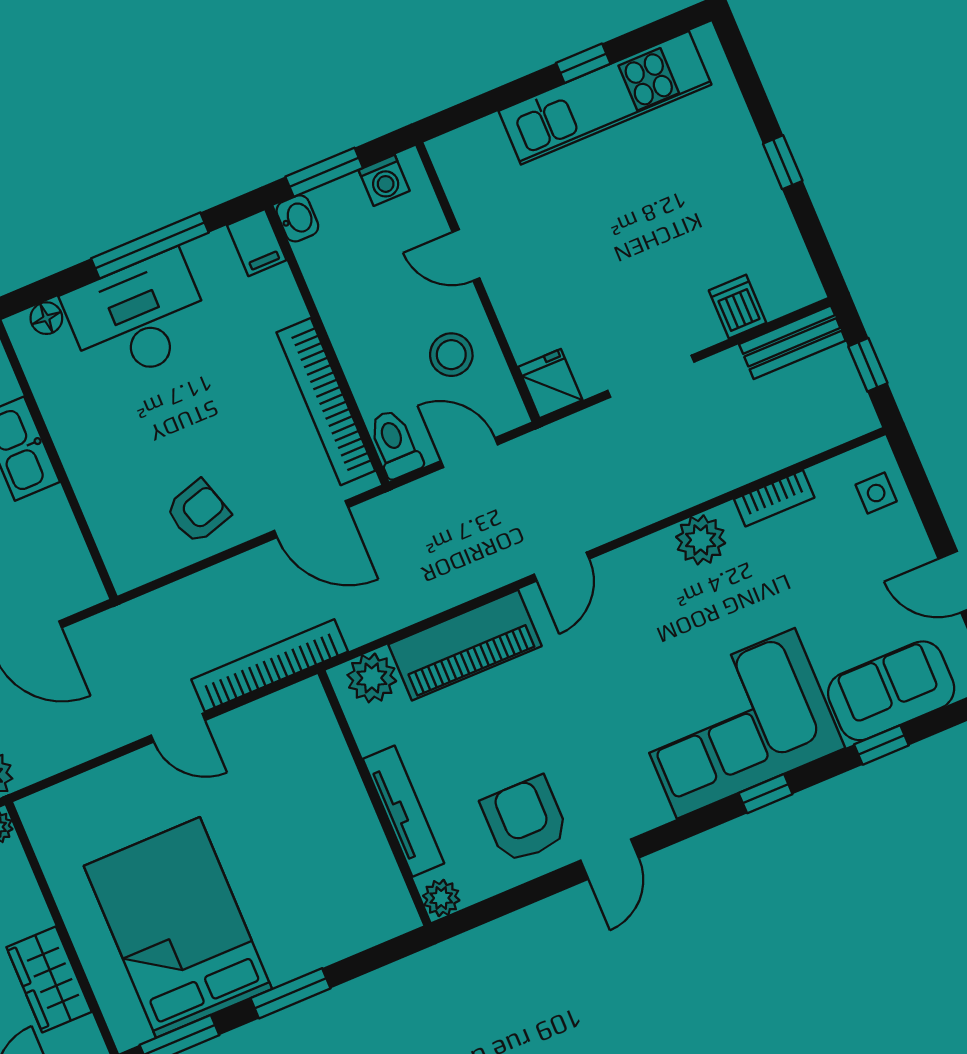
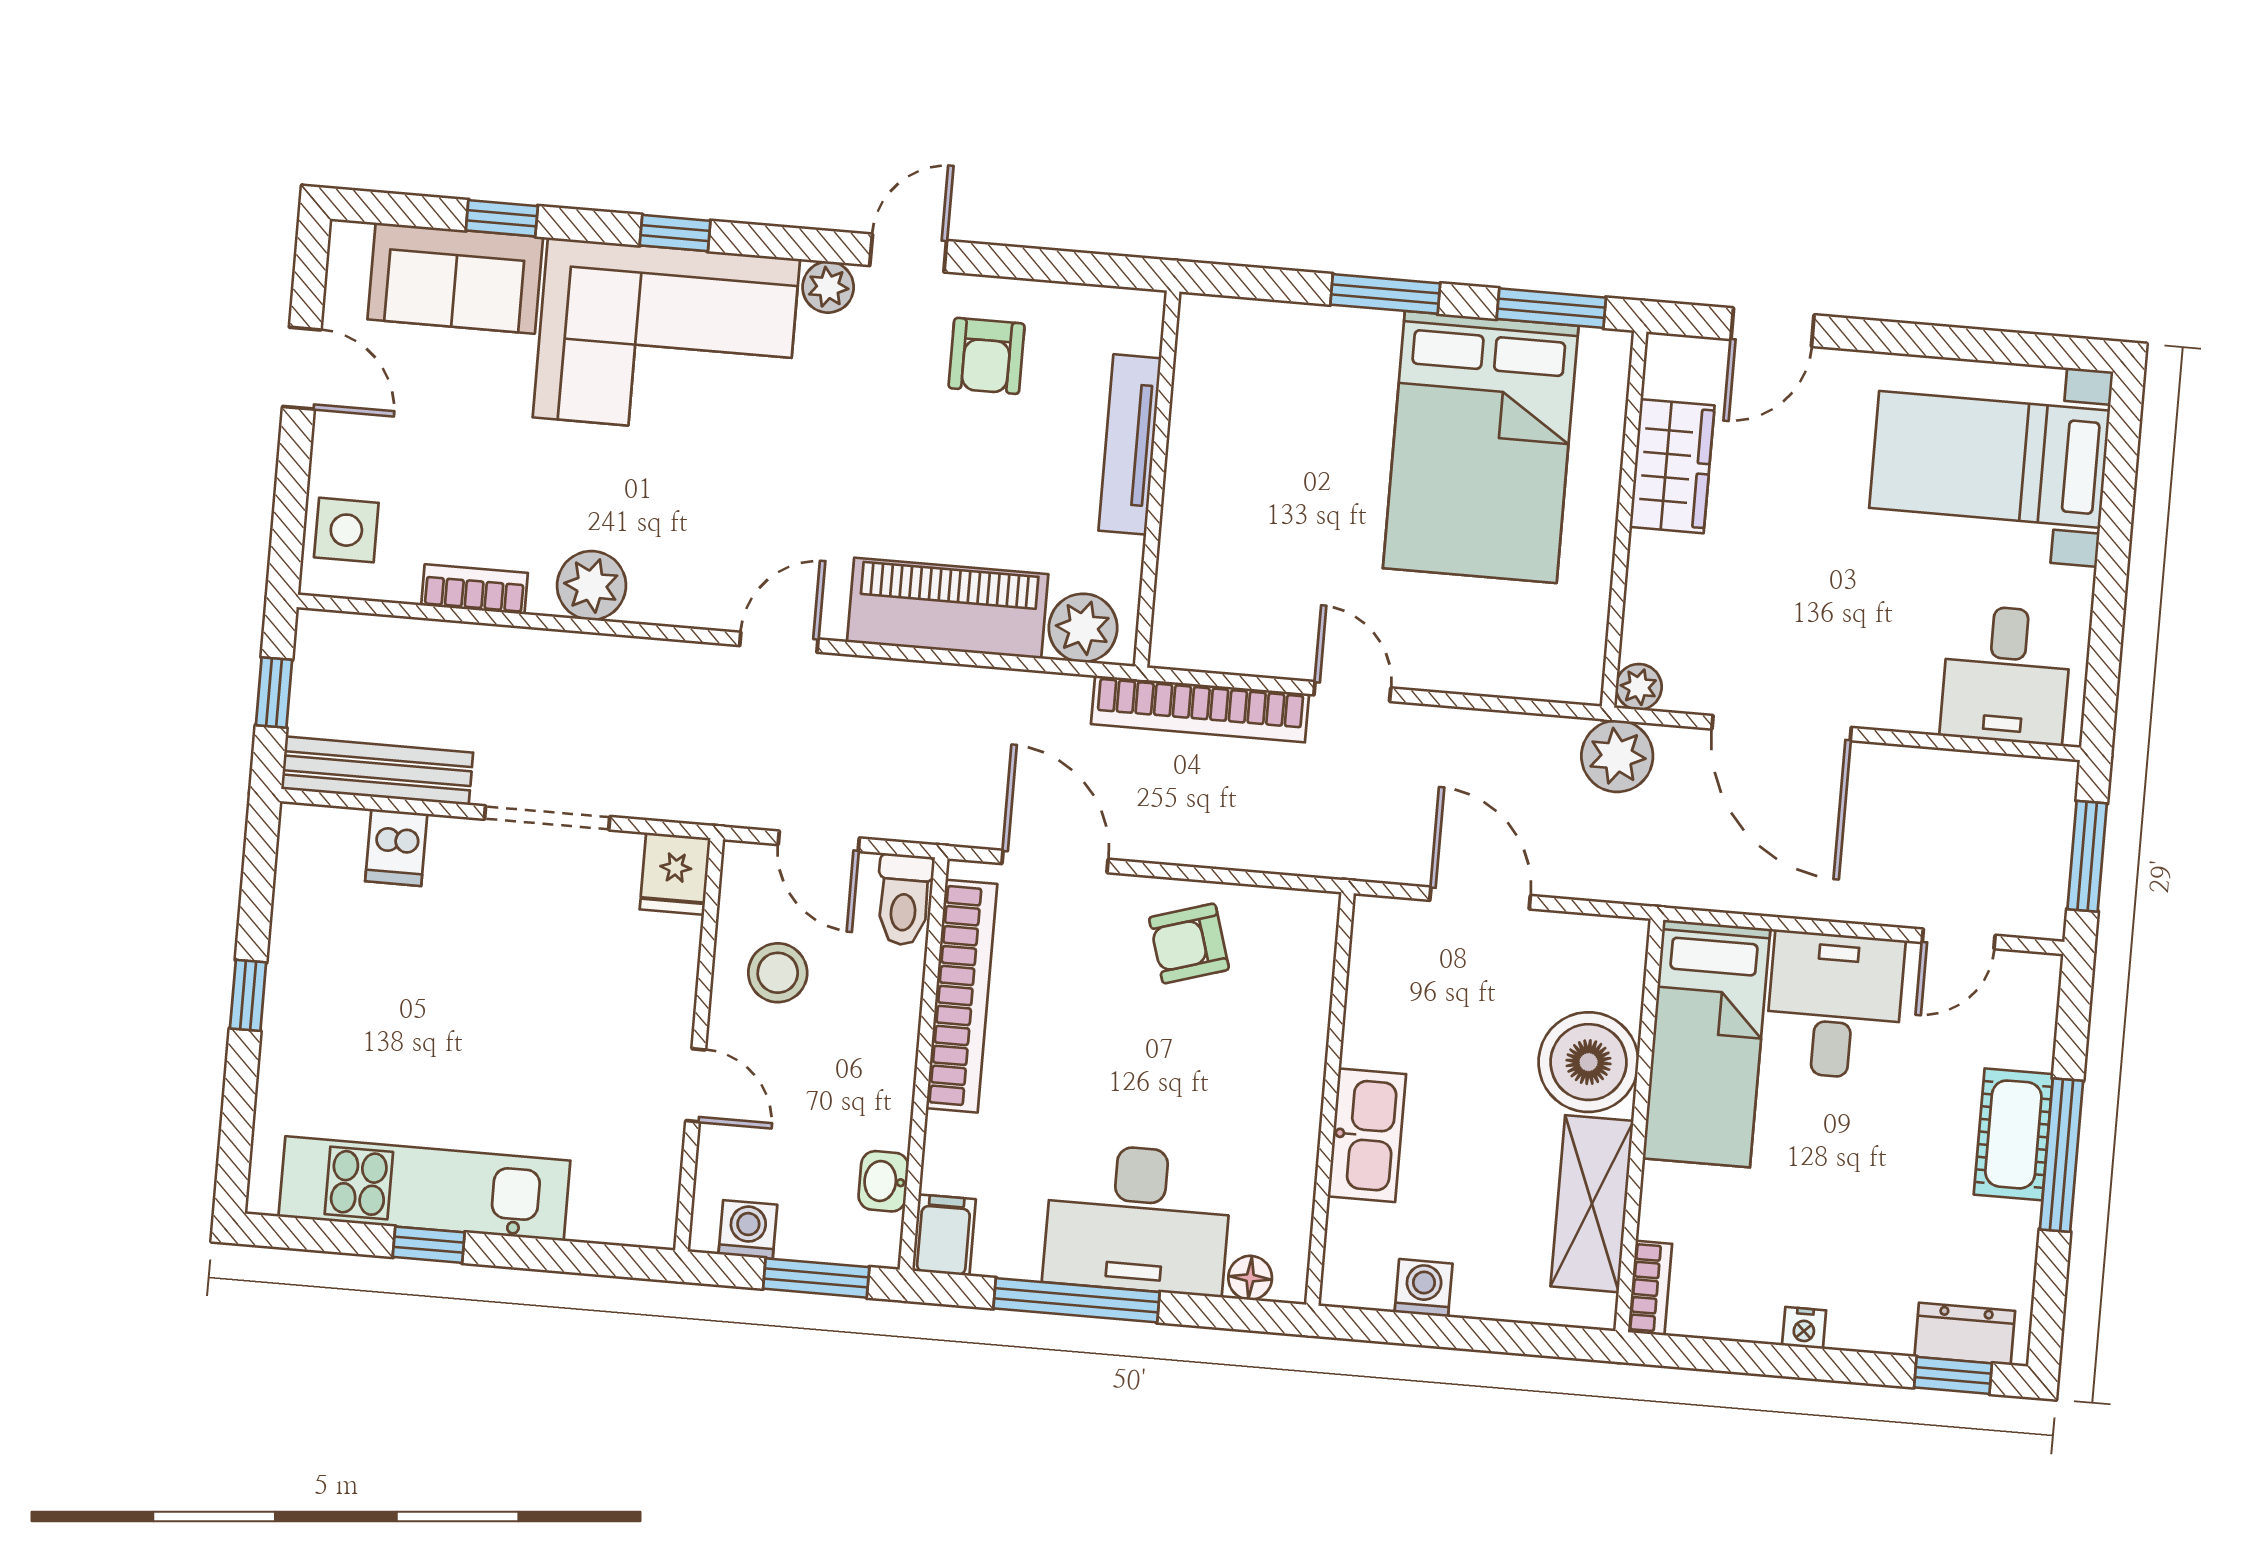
washbasin: (297, 218) -> (884, 1181), moved
bench: (792, 342) -> (377, 771), width x1.36
side table: (876, 493) -> (346, 530), width x1.37, depth x1.37
armchair: (525, 820) -> (987, 356), width x0.72, depth x0.72
plant: (441, 898) -> (828, 287), moved

